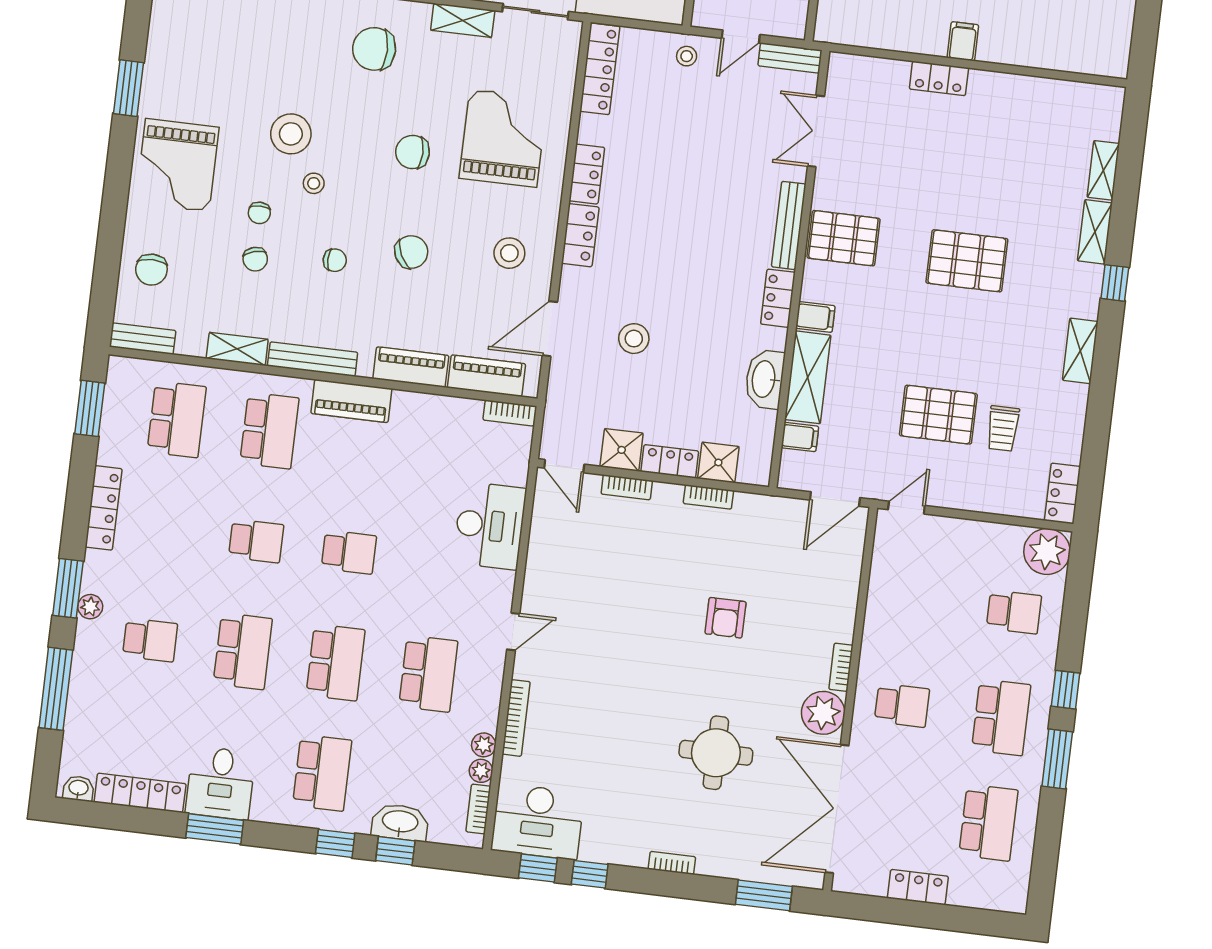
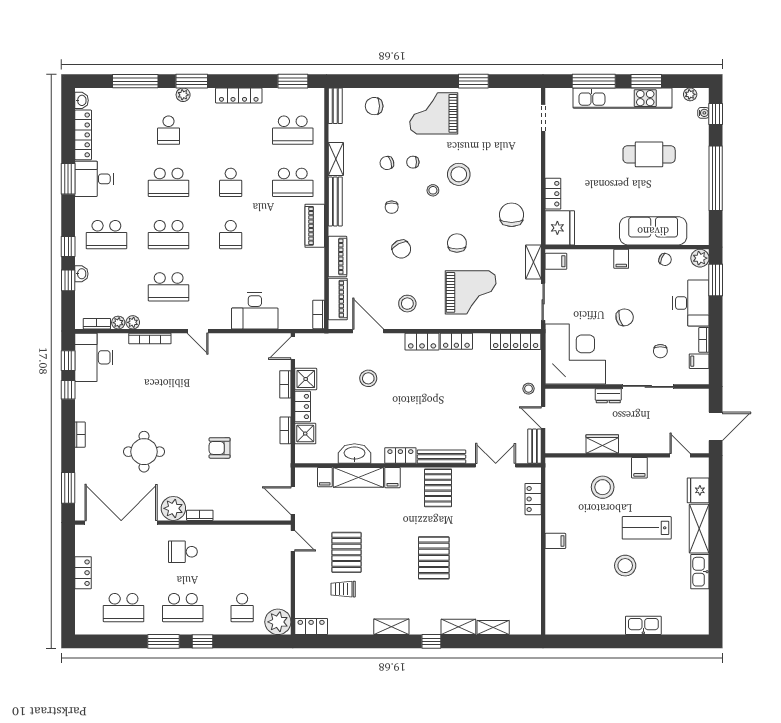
locker: (939, 78) -> (533, 499), moved
school desk: (902, 705) -> (183, 552), turned 90
washbasin: (400, 822) -> (81, 274), width x0.52, depth x0.69

